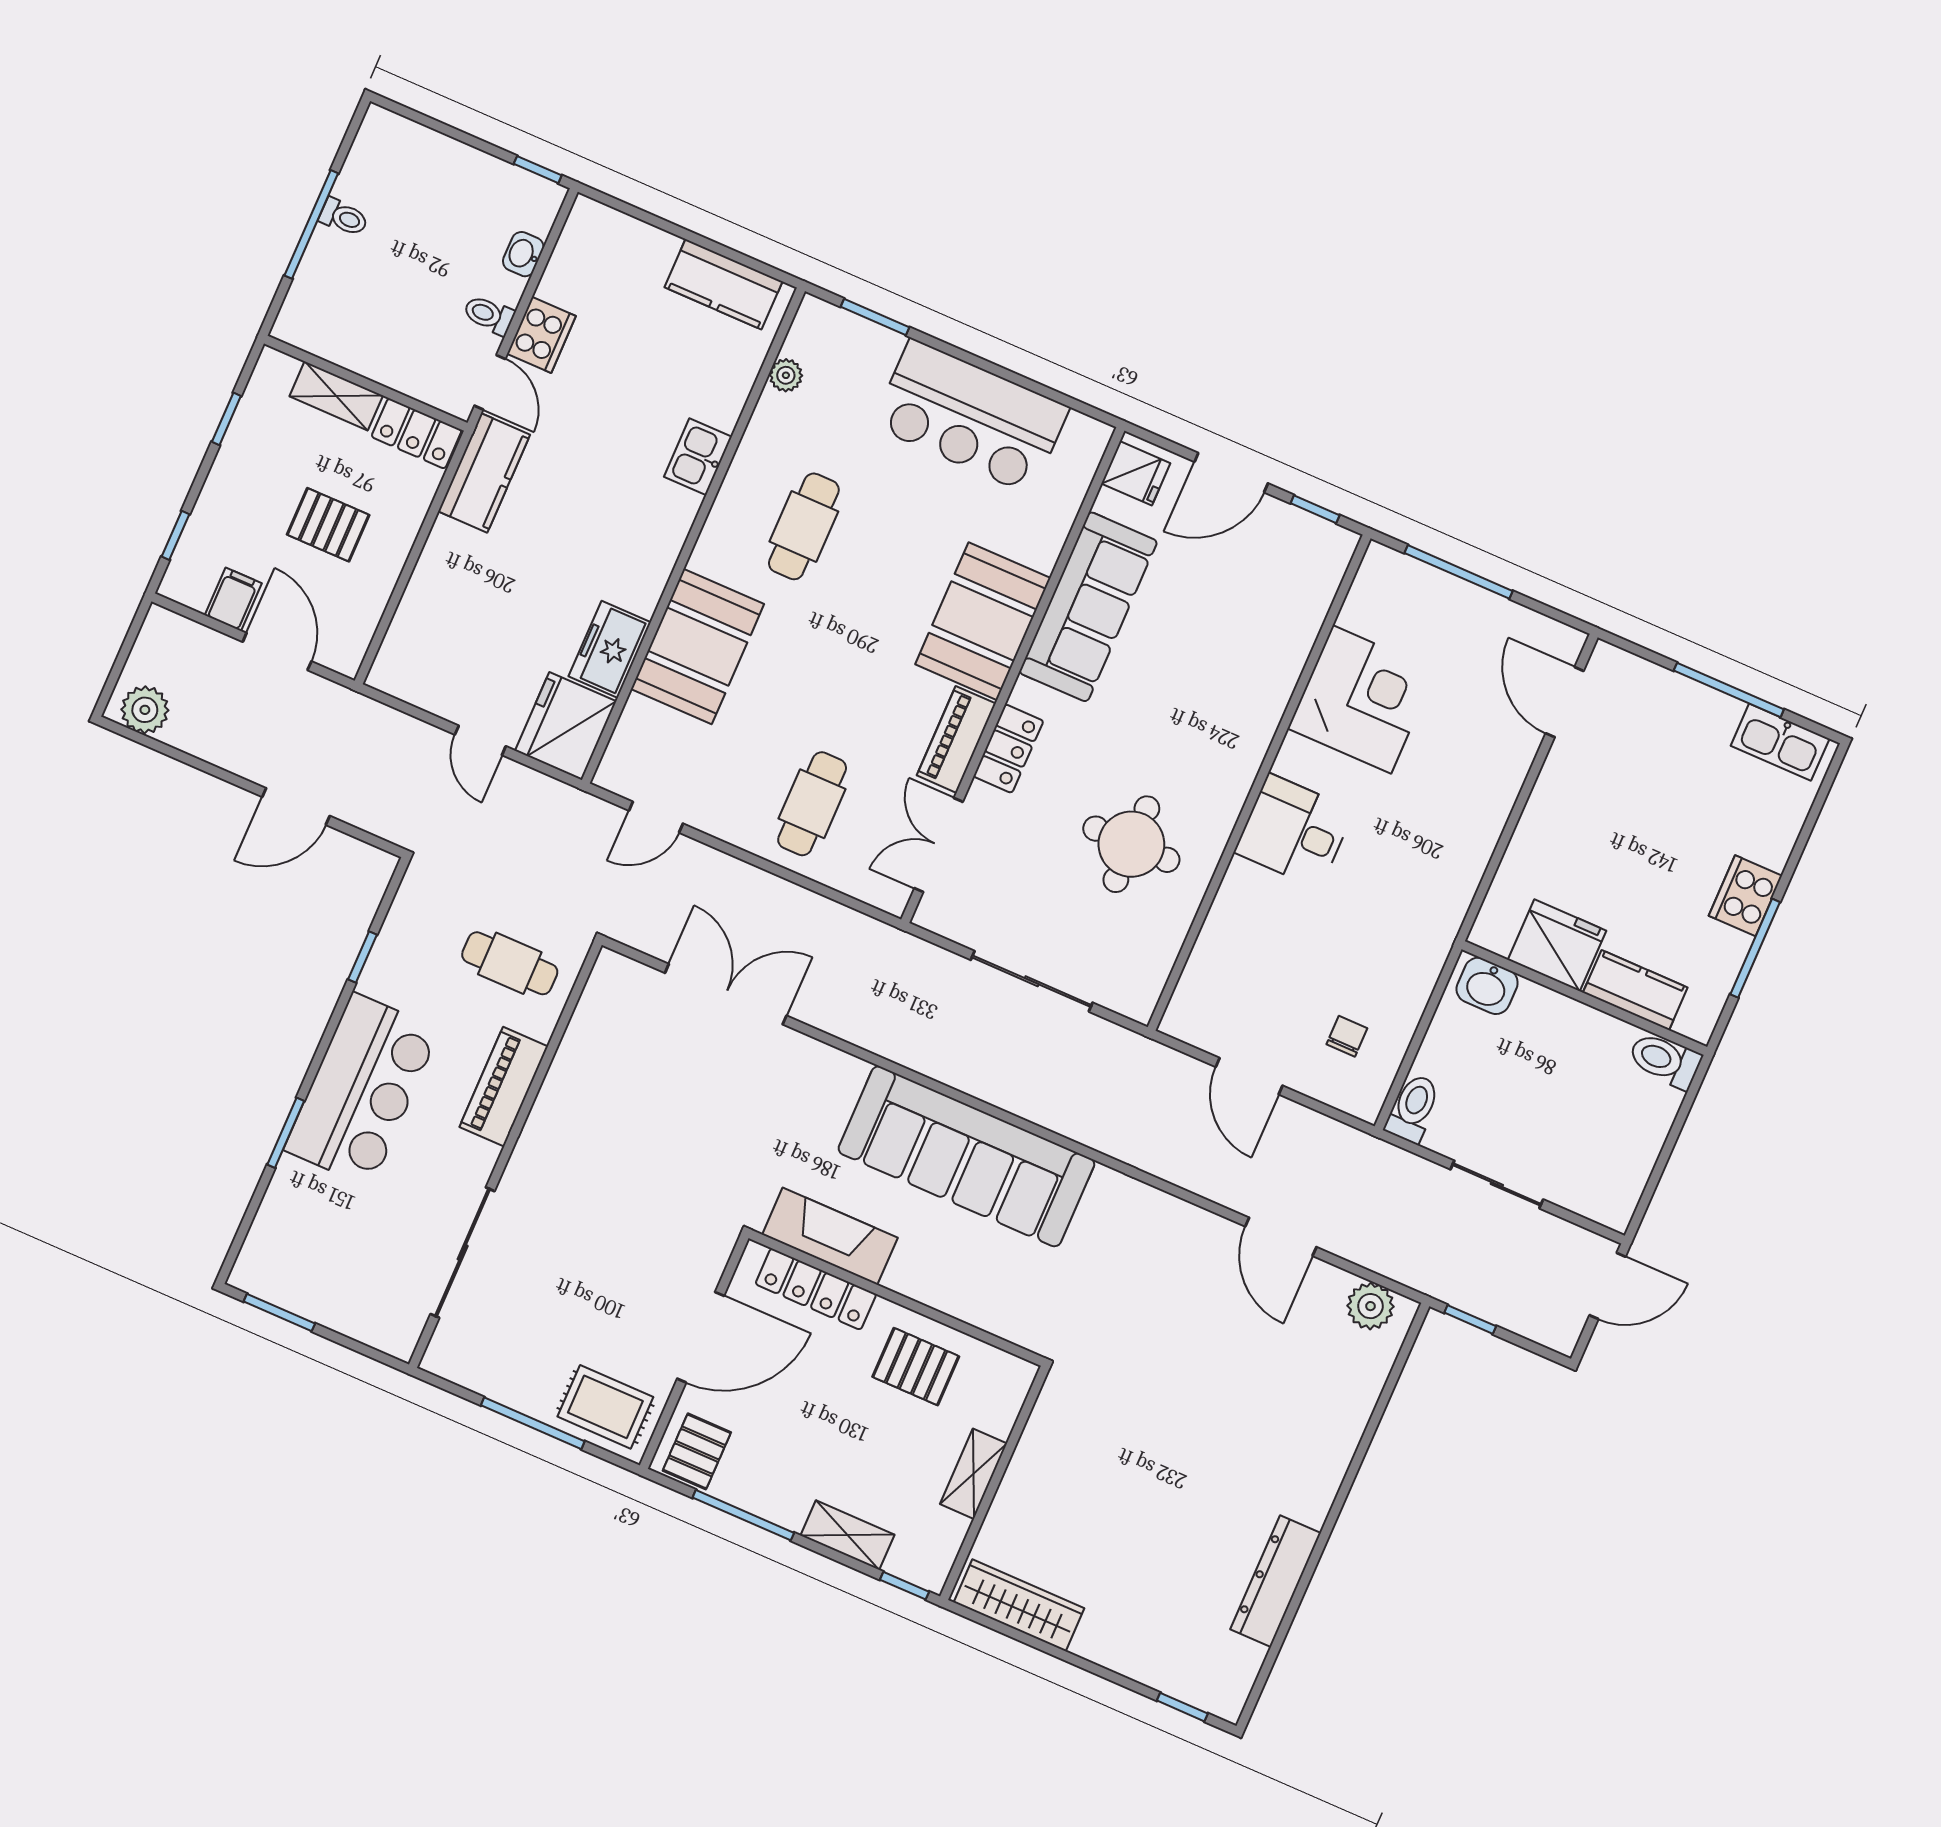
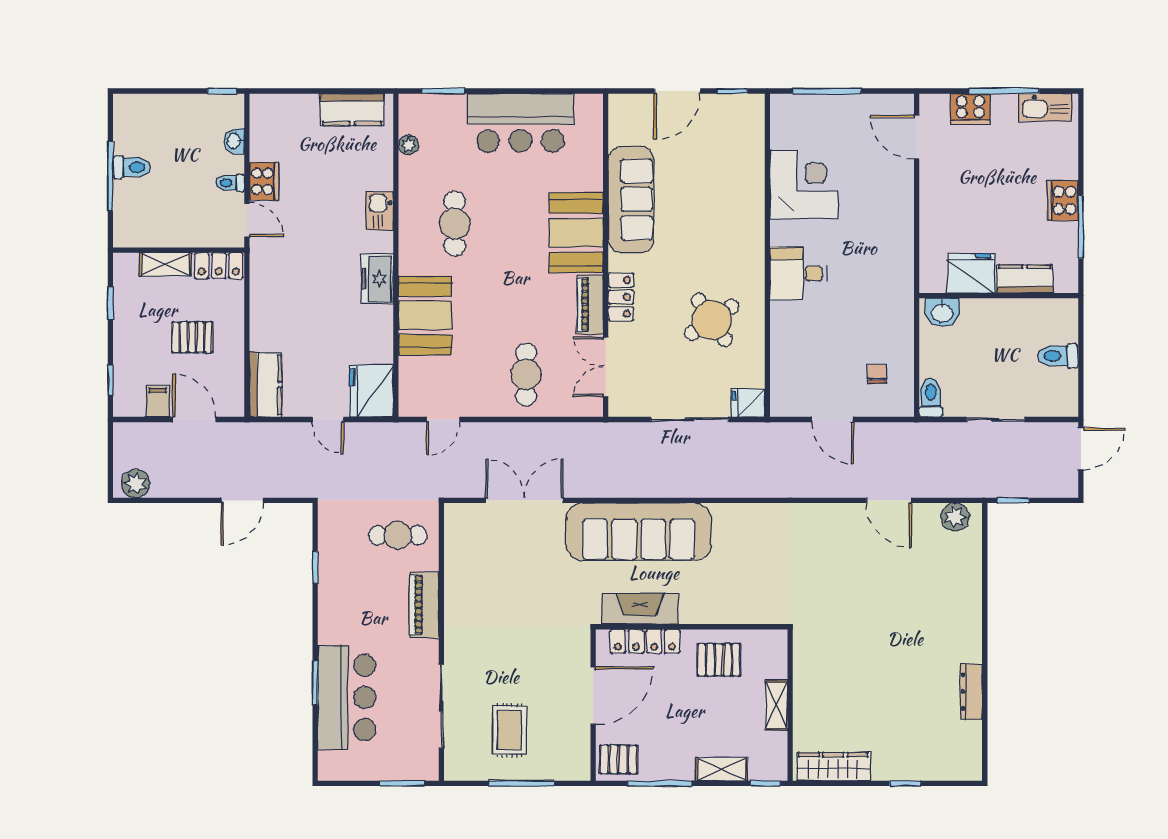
toilet: (344, 217) -> (132, 167), width x1.37, depth x1.39
kitchen counter: (484, 473) -> (266, 385), moved
fridge: (1136, 473) -> (748, 403), moved, turned 180
freezer: (610, 649) -> (377, 279), moved
cooker: (1666, 695) -> (970, 109), added
round table: (1131, 844) -> (712, 320), turned -34
toilet: (1665, 1060) -> (1058, 356), moved
bar counter: (362, 1090) -> (347, 697), moved
sofa: (966, 1156) -> (639, 532), moved
window: (279, 1313) -> (402, 783), moved
rug: (605, 1407) -> (510, 730), moved, turned 90
pallet: (697, 1451) -> (619, 759), turned 90
dresser: (1276, 1581) -> (971, 692), width x0.73, depth x0.80
window: (1182, 1707) -> (905, 783), moved

